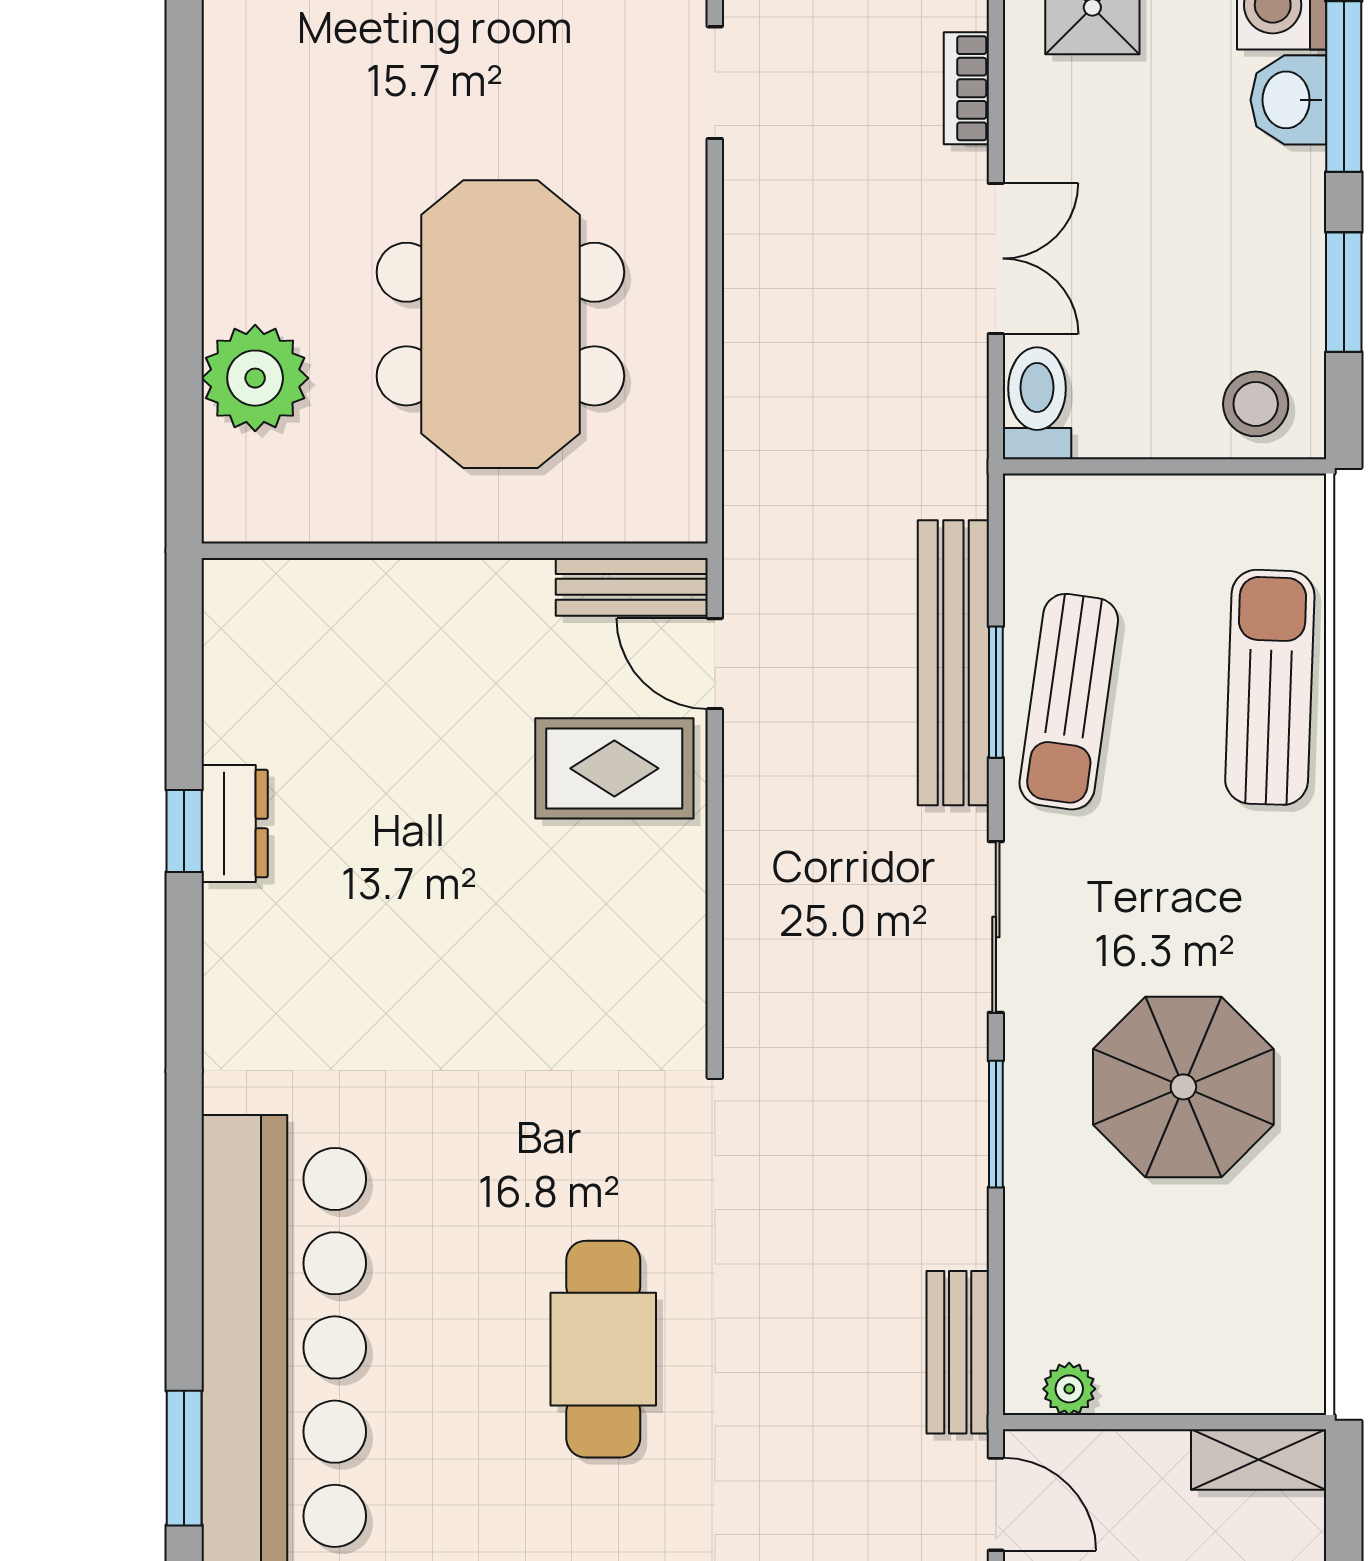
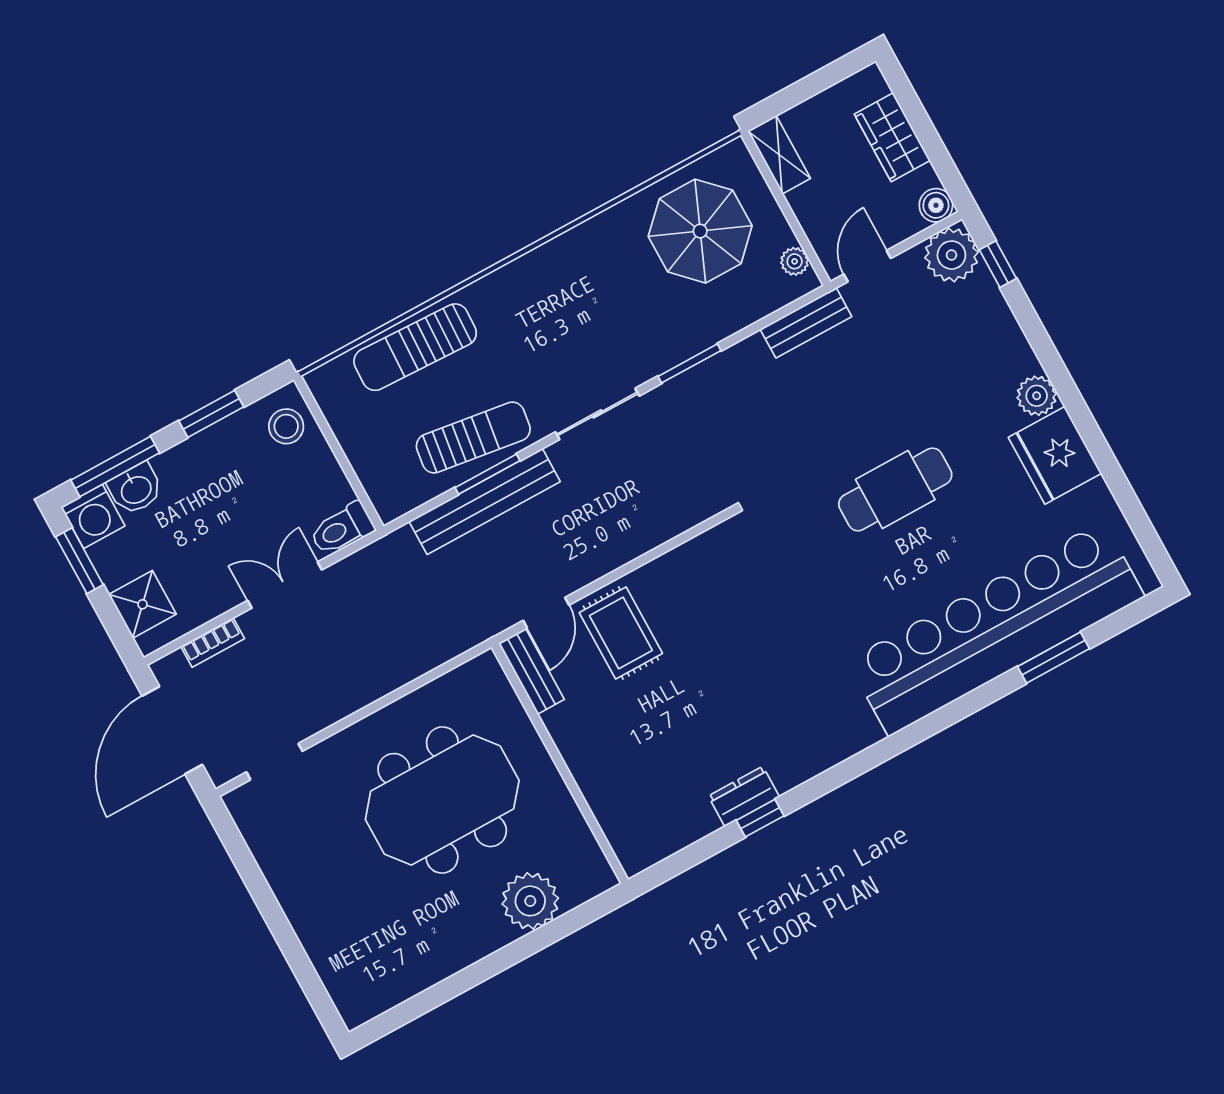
parasol: (1183, 1087) -> (700, 231), moved

